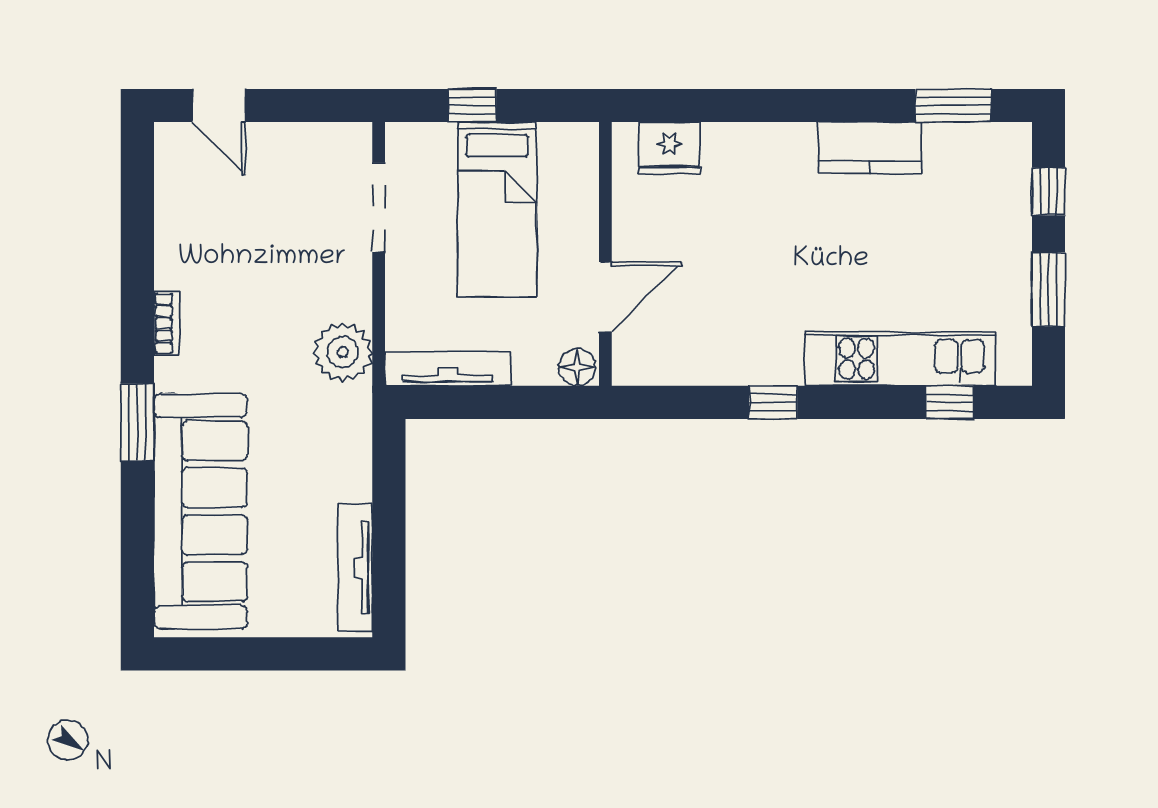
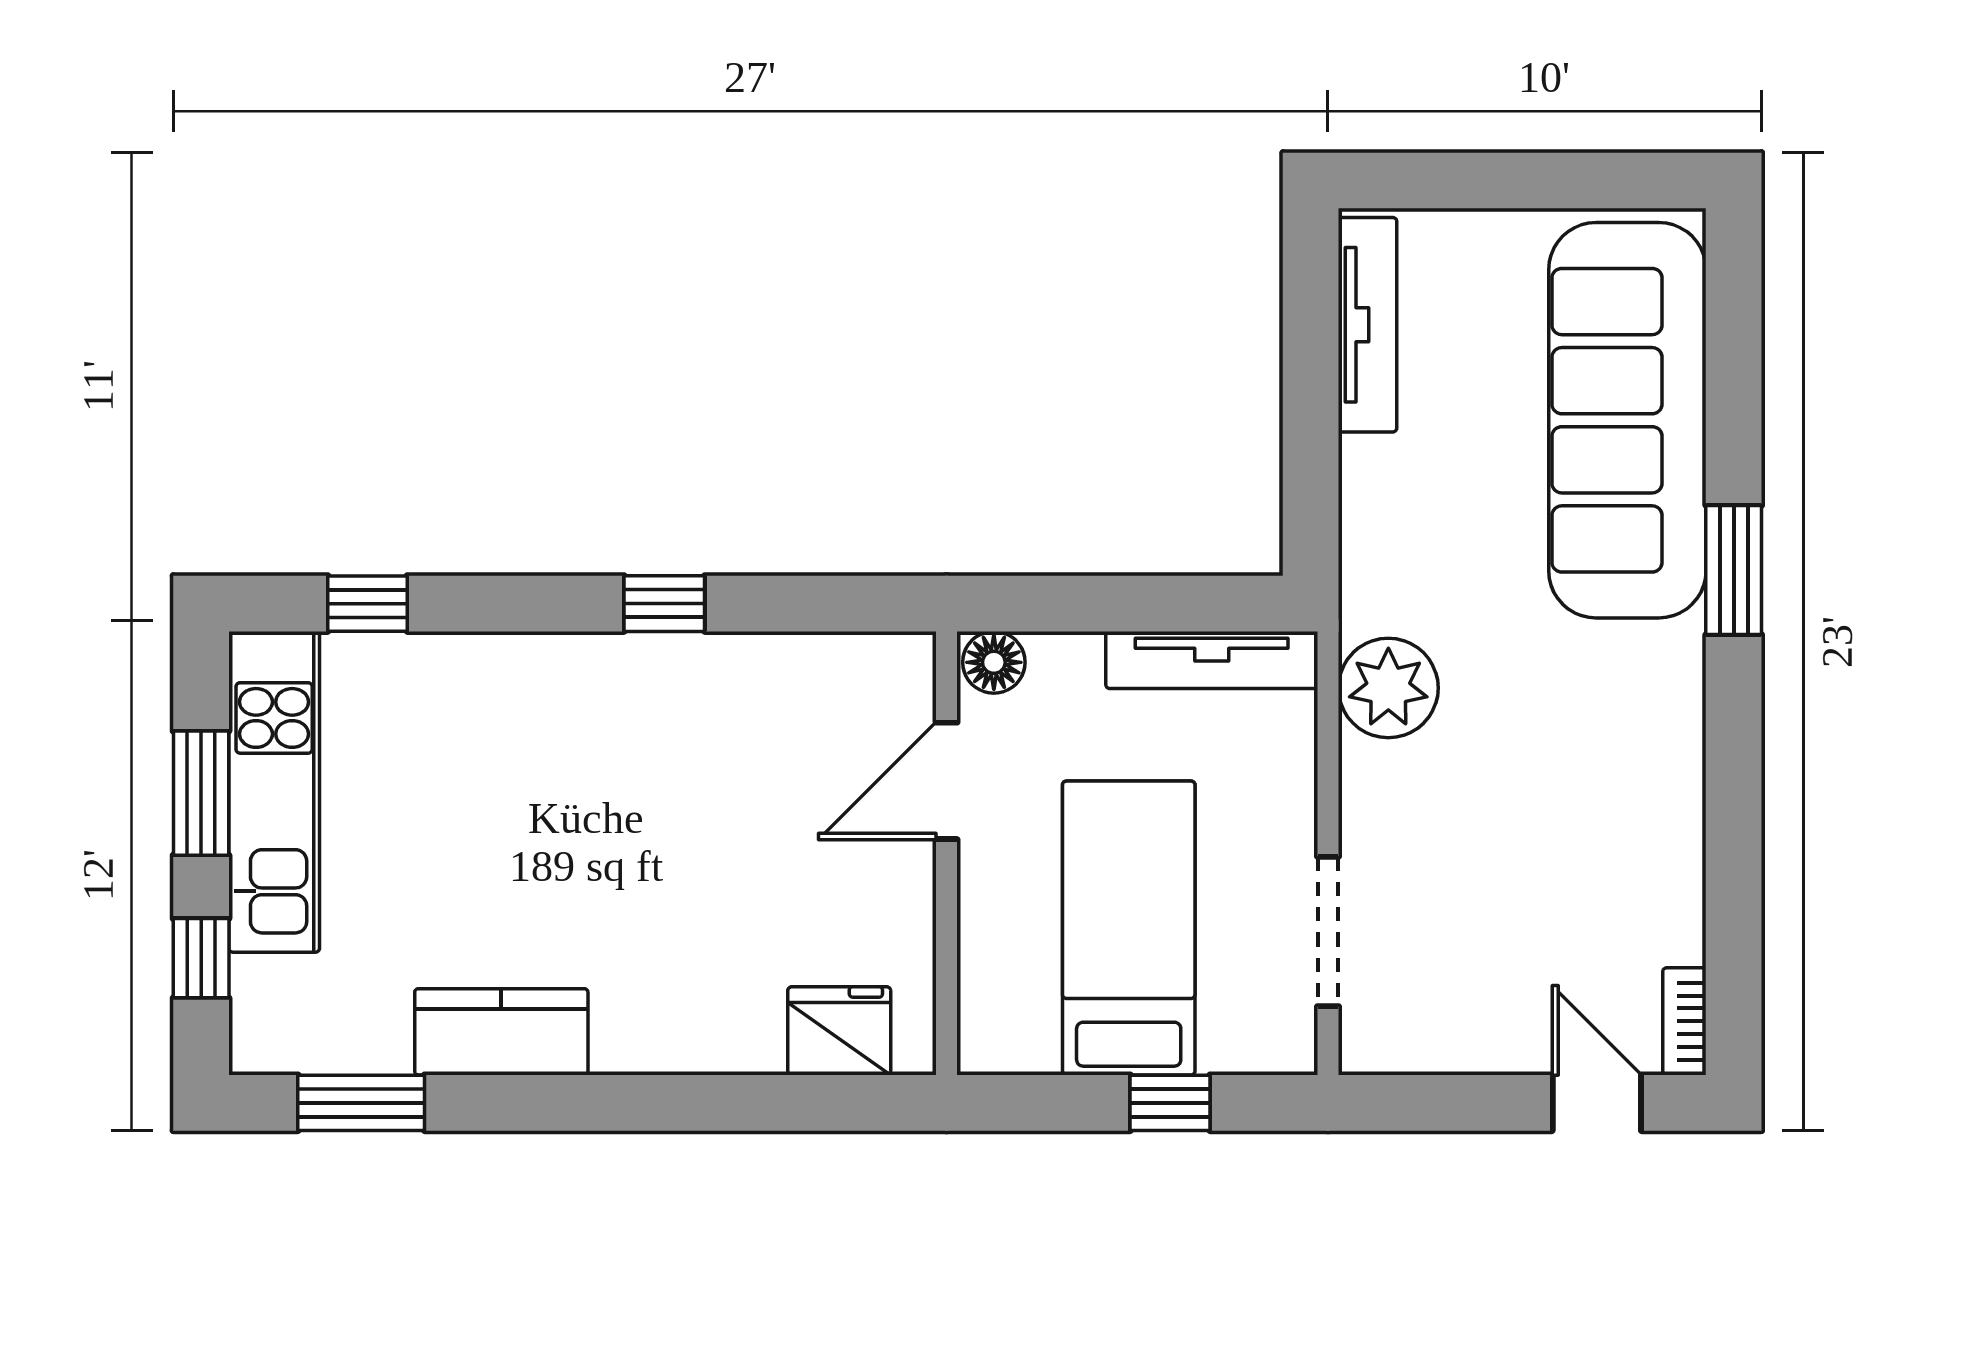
bookcase: (167, 323) -> (1684, 1021), moved
kitchen unit: (900, 359) -> (274, 792), moved, turned -90

